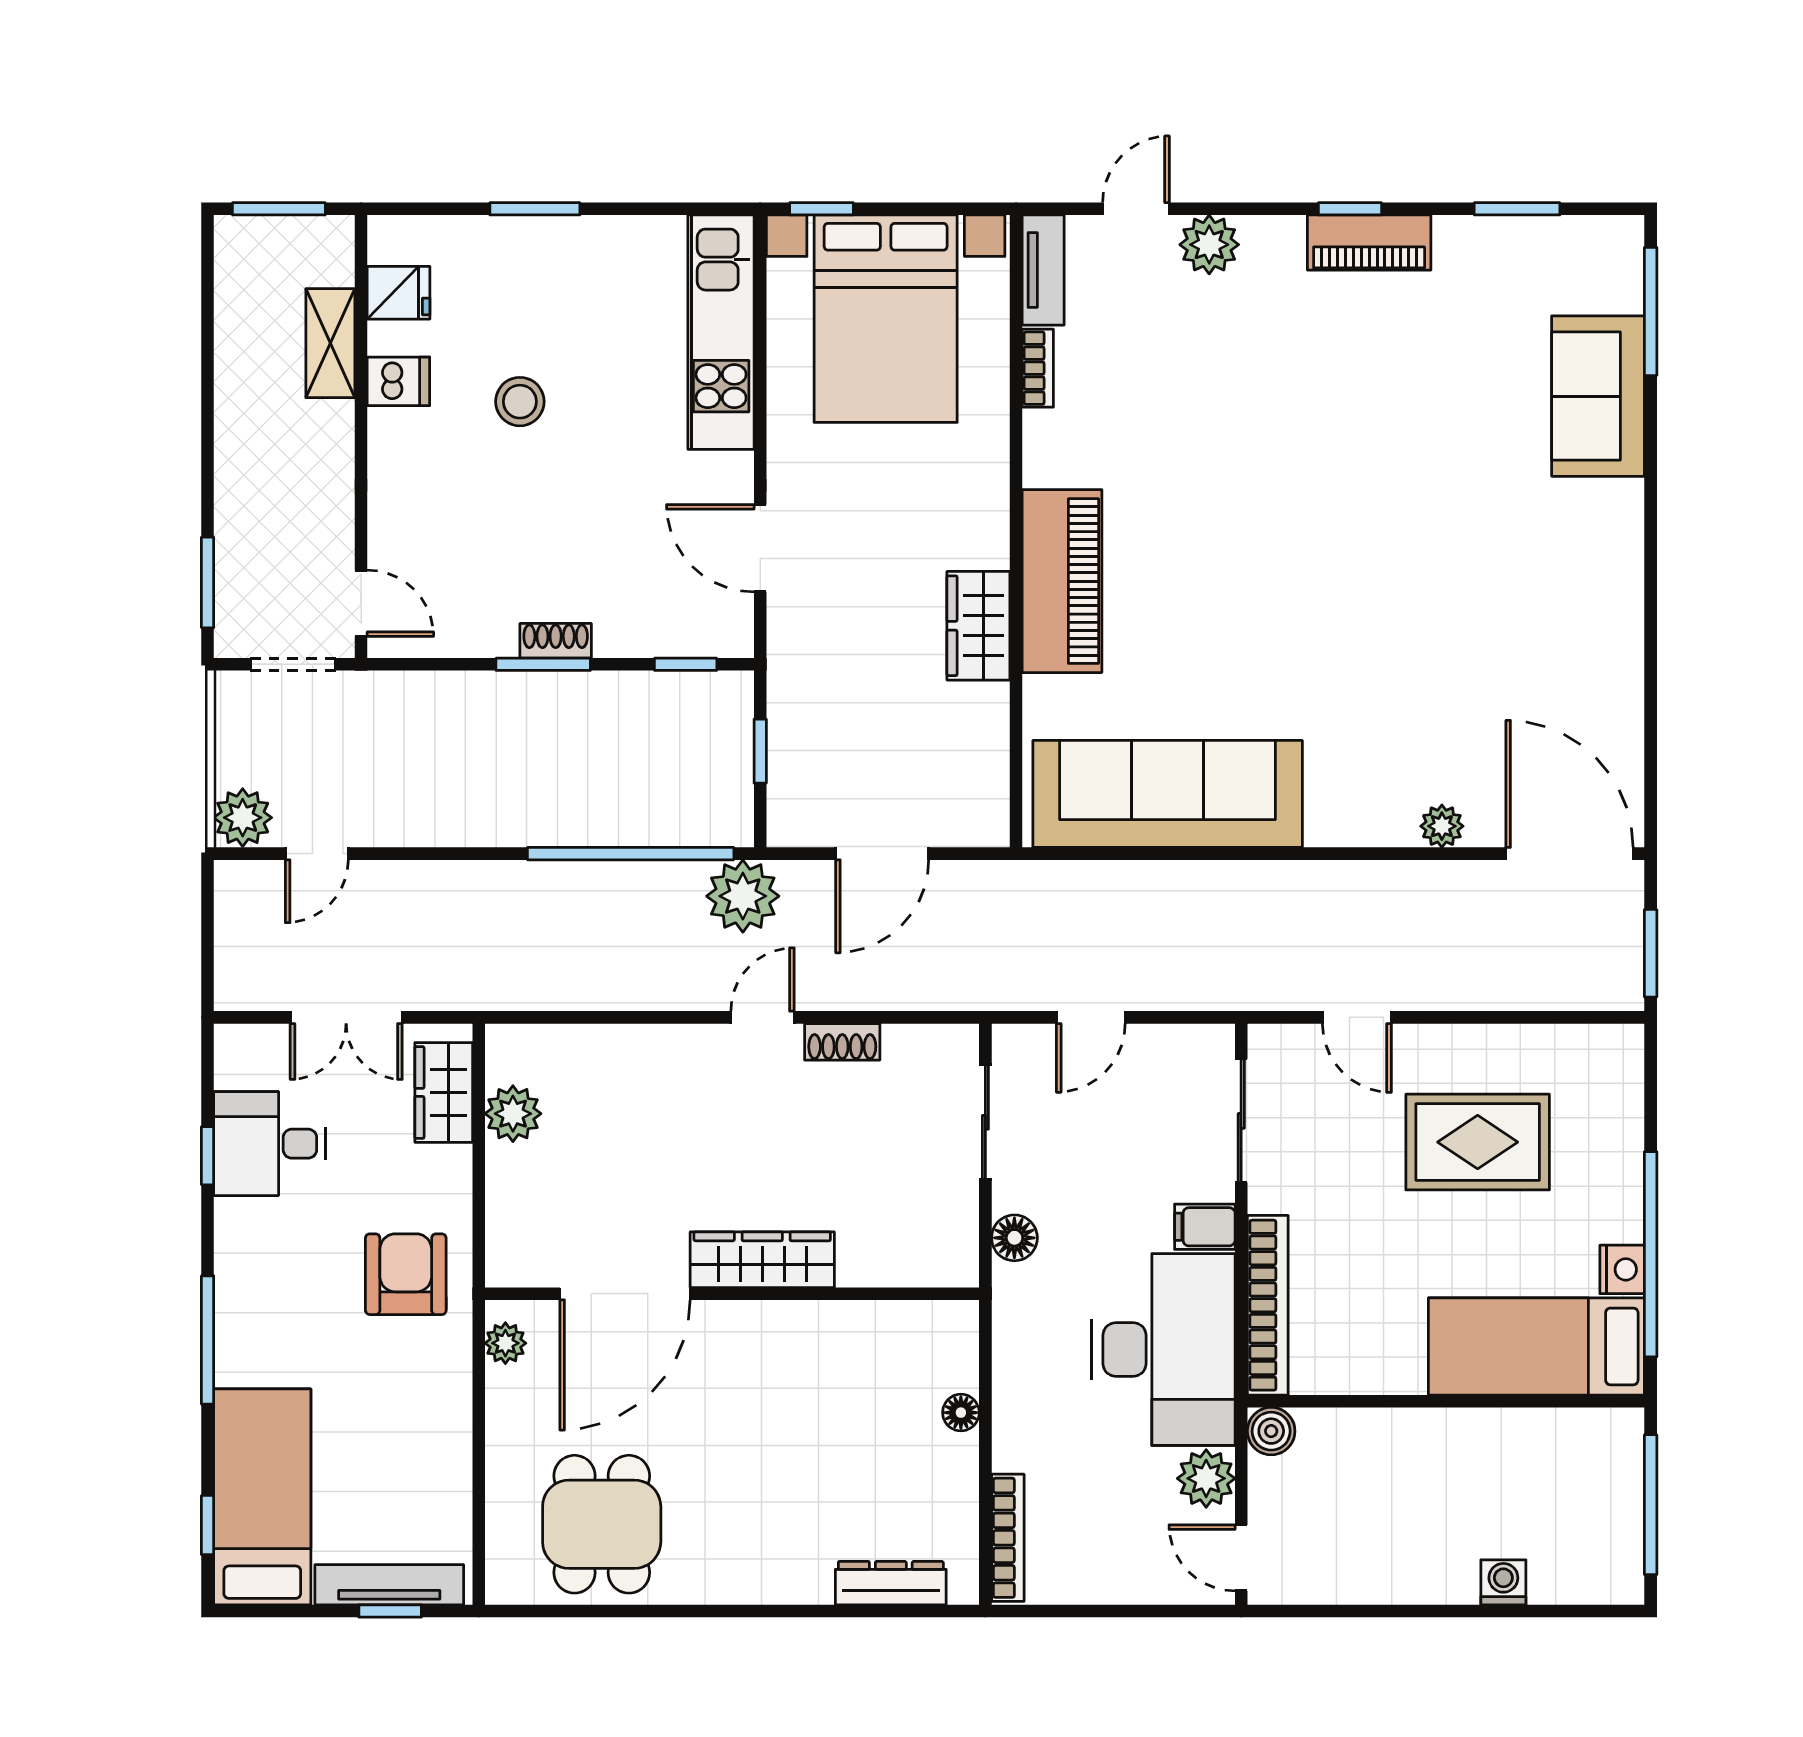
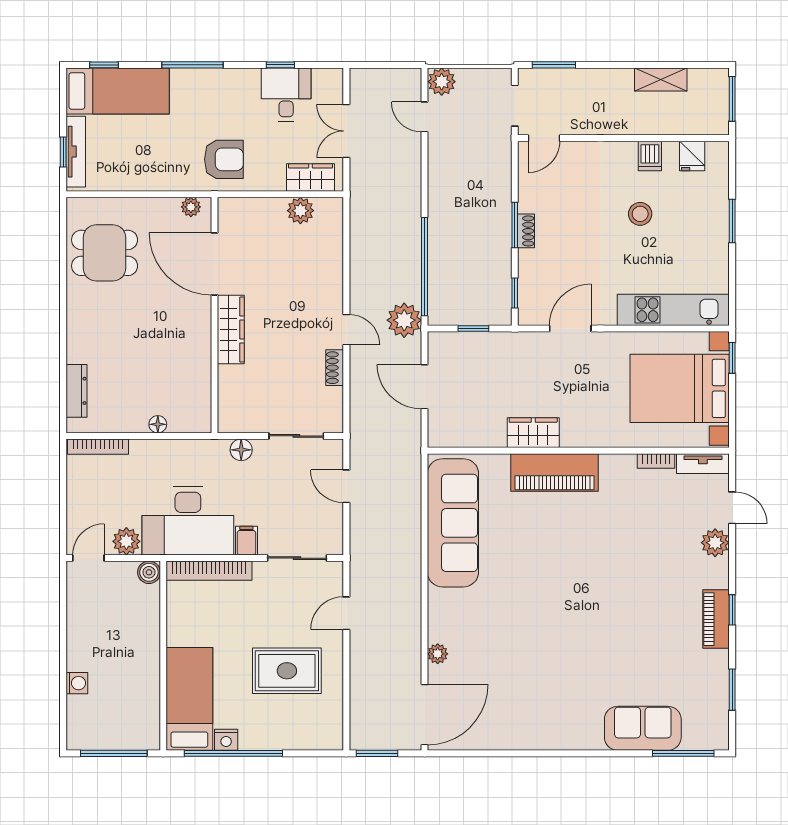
shelving: (330, 343) -> (661, 79), moved
rug: (1478, 1142) -> (287, 671), turned 90

